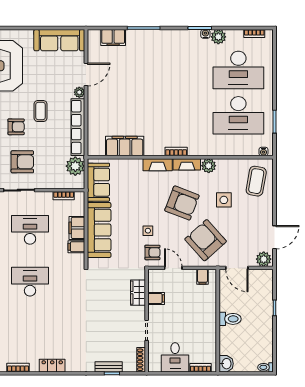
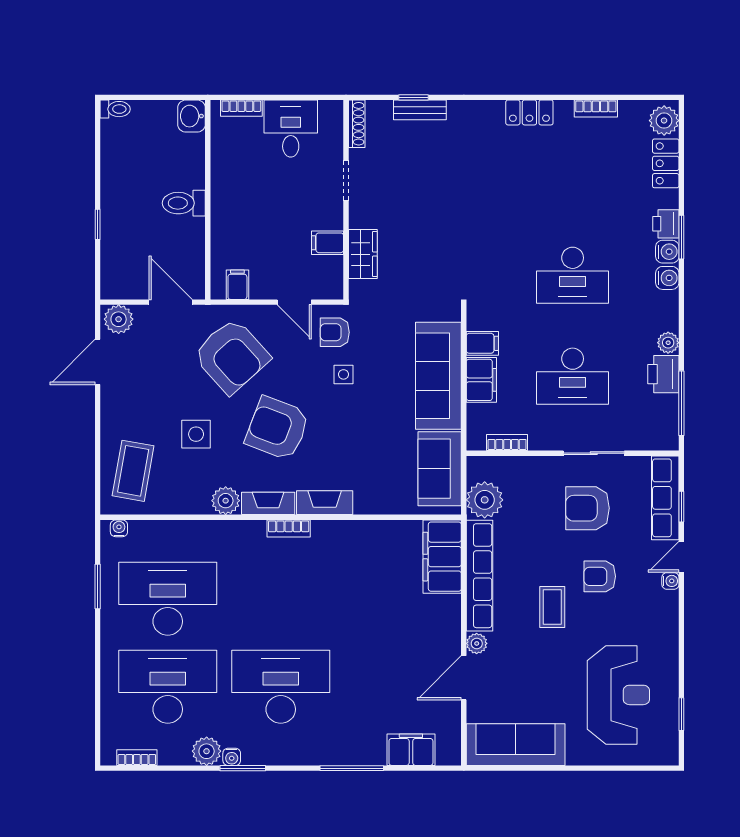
desk: (180, 70) -> (281, 687), added
filing cabinet: (125, 146) -> (442, 557), moved, turned 90

